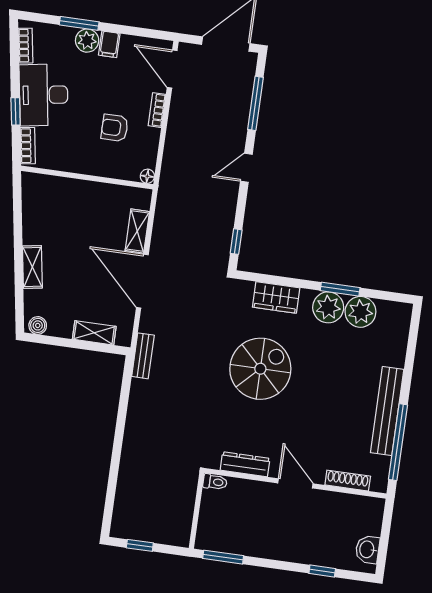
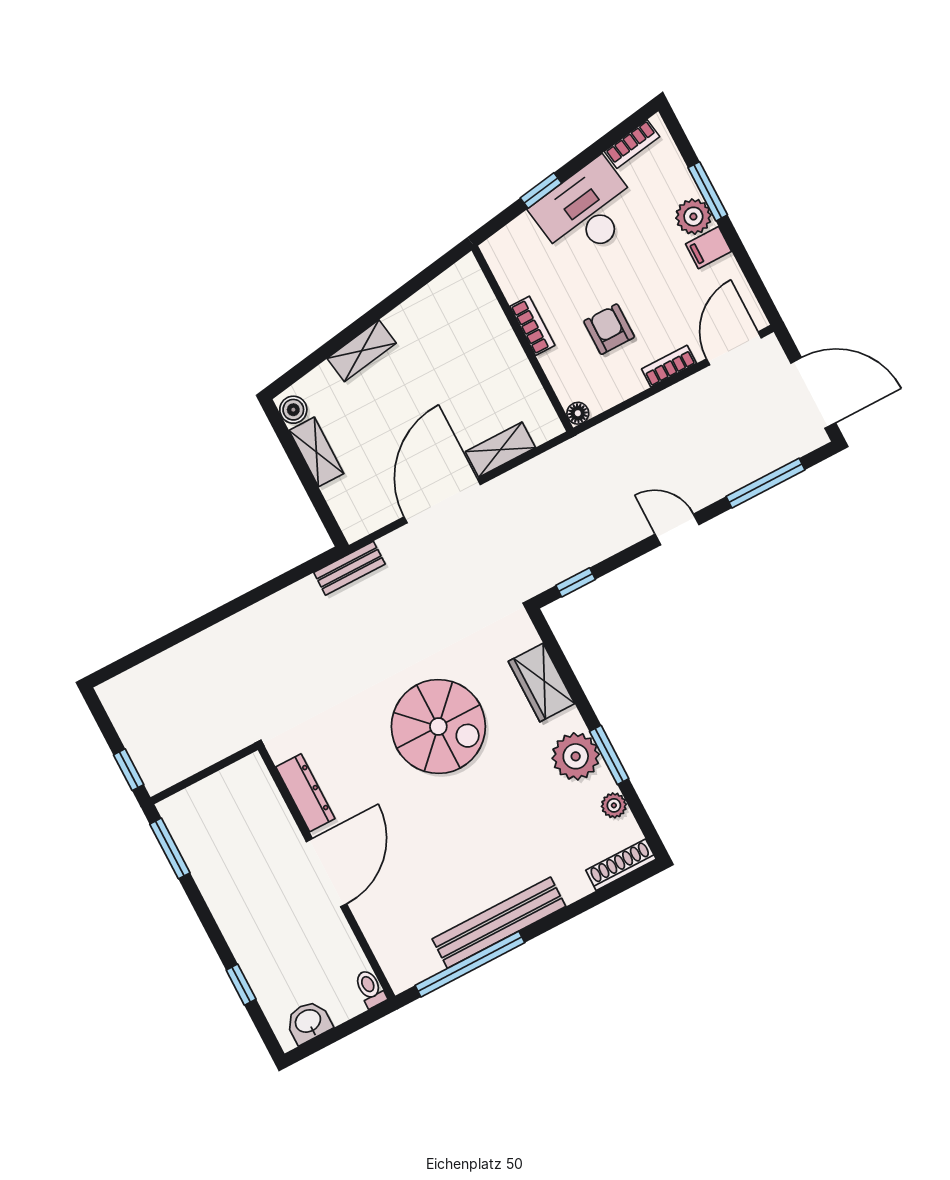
bookcase: (28, 146) -> (532, 326), moved, turned -81
plant: (360, 312) -> (614, 805), width x0.53, depth x0.53
shelving: (94, 333) -> (316, 452), moved
shoe rack: (348, 481) -> (621, 865), moved, turned -90
toilet: (215, 482) -> (370, 989), moved, turned 180
door: (295, 483) -> (326, 873), width x1.36
window: (140, 545) -> (129, 770), moved

